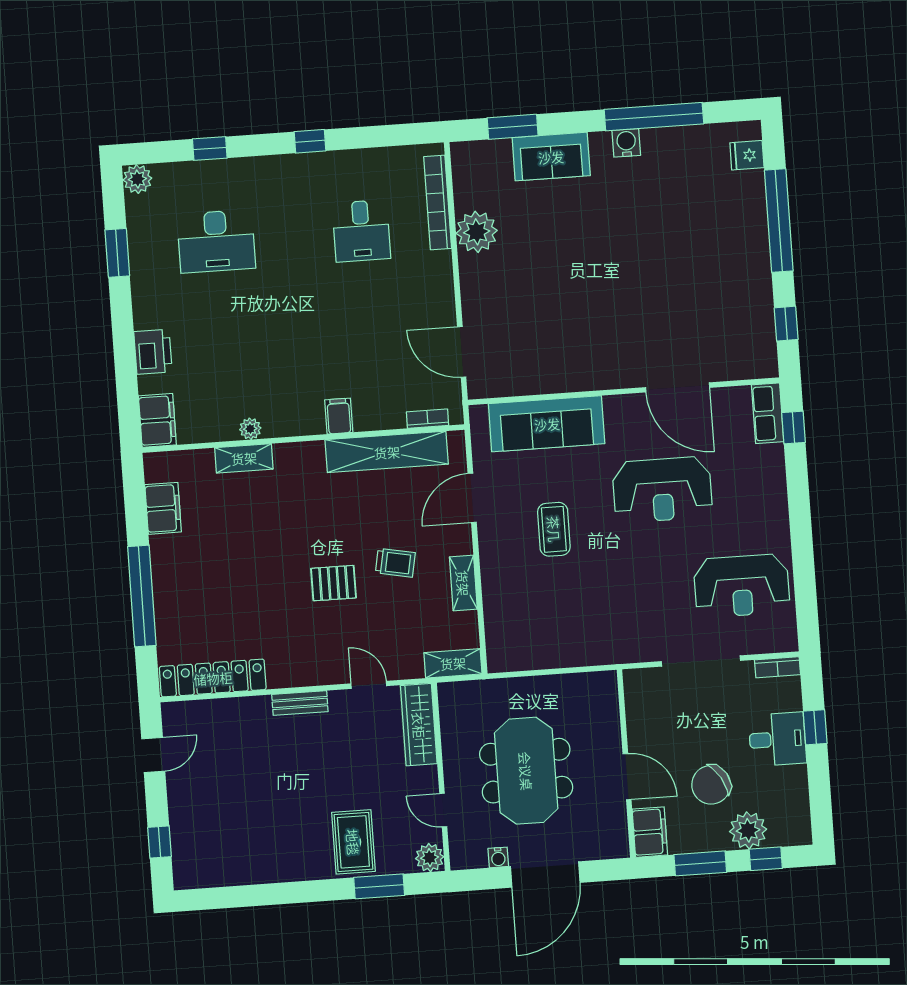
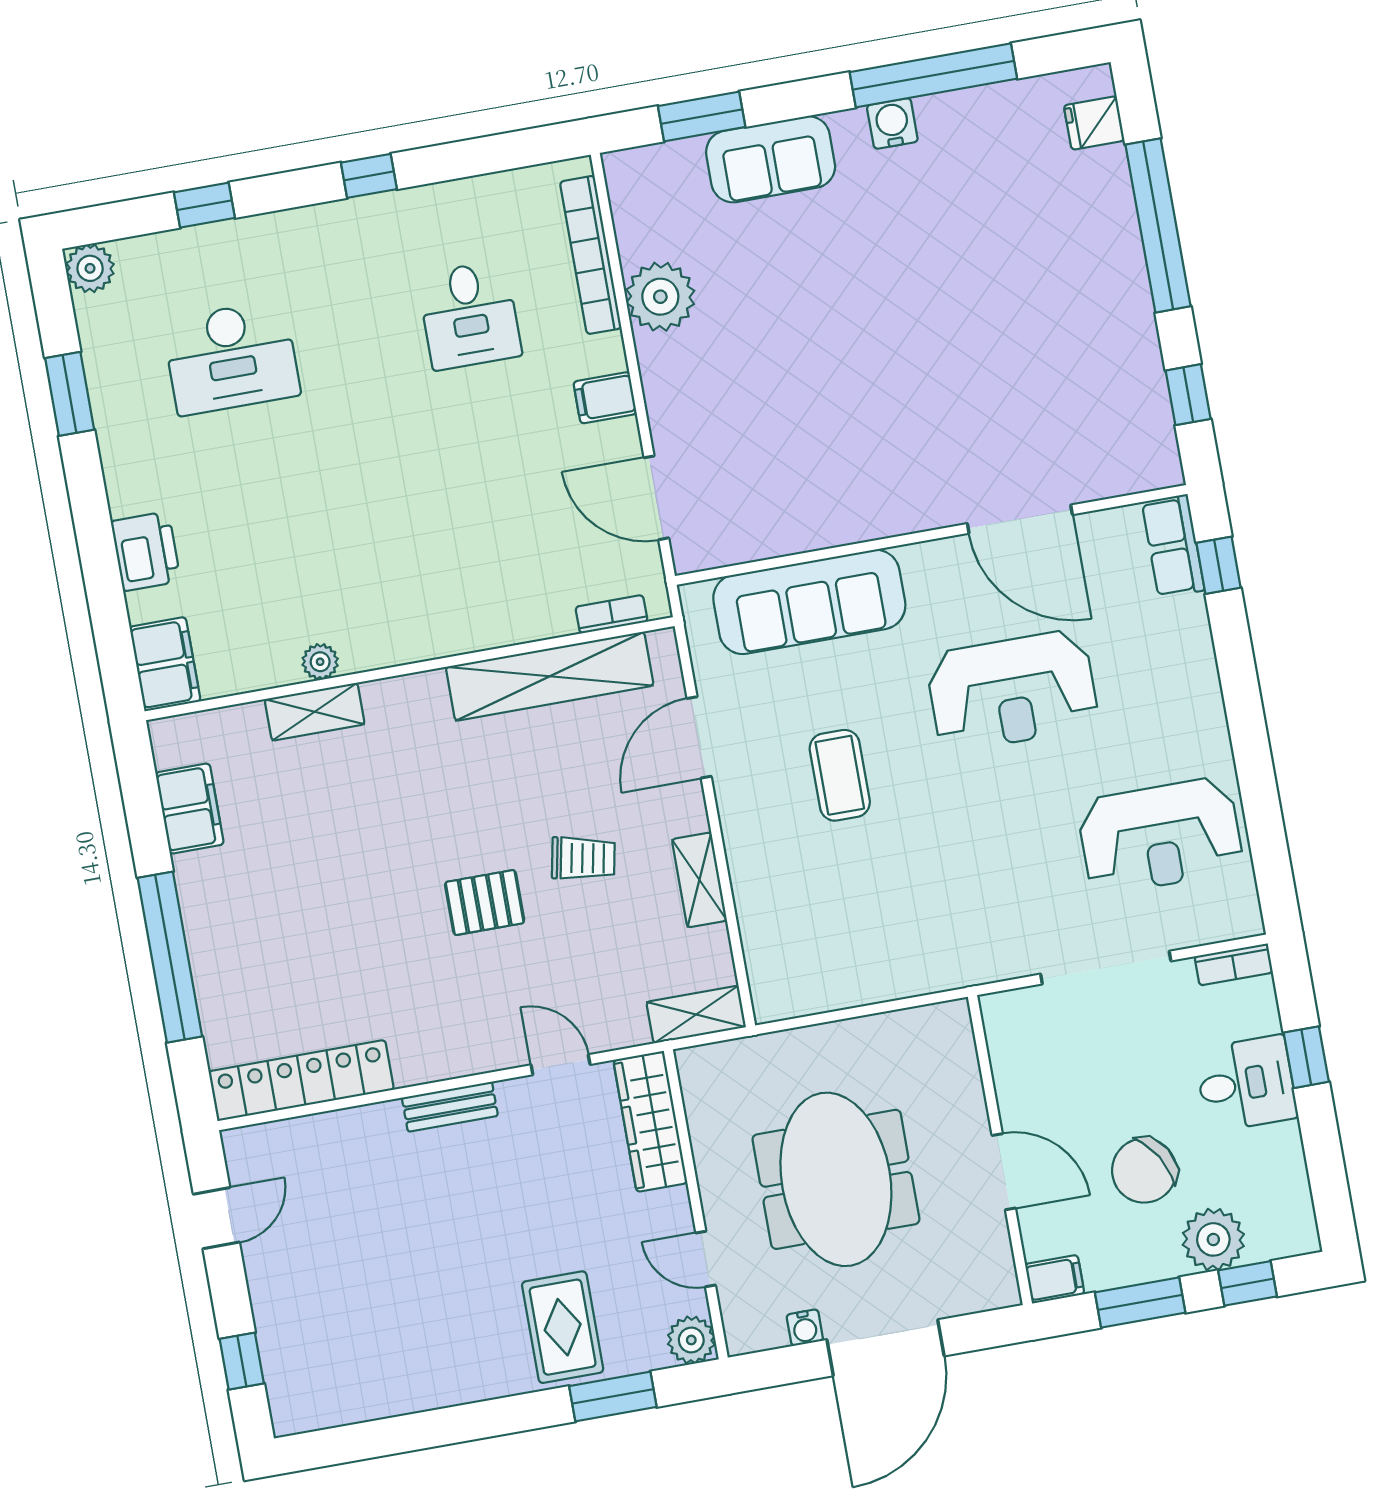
filing cabinet: (339, 416) -> (605, 398), moved, turned -90
filing cabinet: (650, 832) -> (1055, 1279), width x0.50

